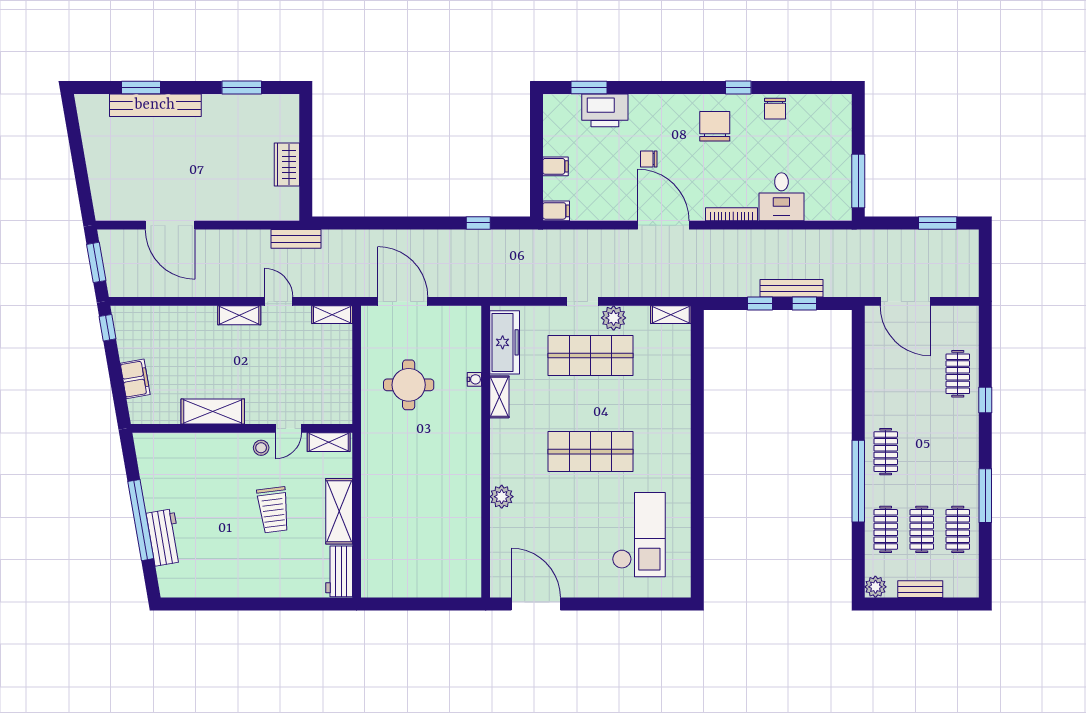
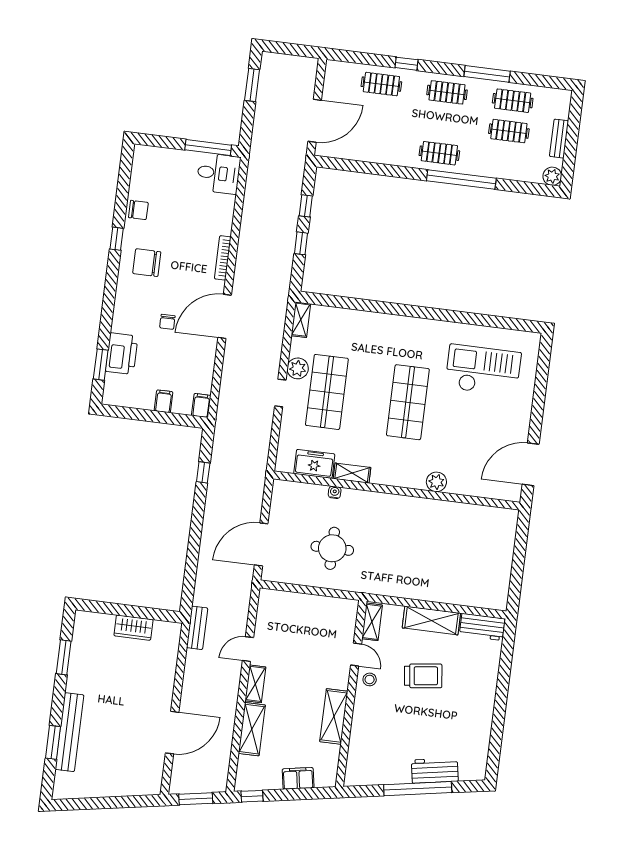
desk: (781, 197) -> (218, 173), moved
bench: (791, 288) -> (292, 215), removed
shelving: (332, 315) -> (252, 729), moved, width x1.50, depth x1.33
freezer: (505, 342) -> (314, 464), width x0.71
clothes rail: (886, 529) -> (447, 92), moved

